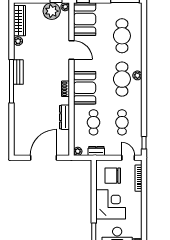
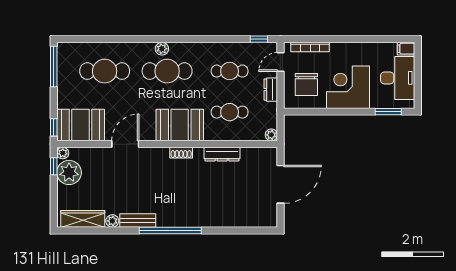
bench: (18, 72) -> (138, 221), moved
dresser: (96, 151) -> (271, 90), moved
door: (44, 158) -> (280, 184), swing flipped

